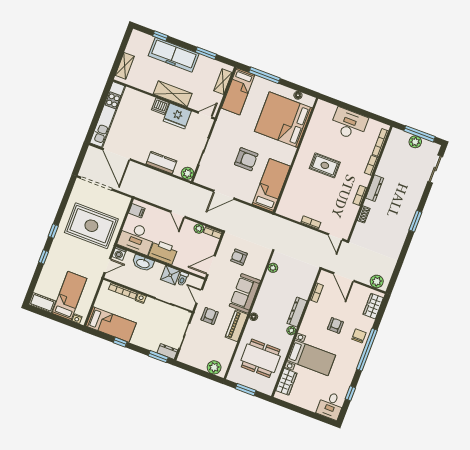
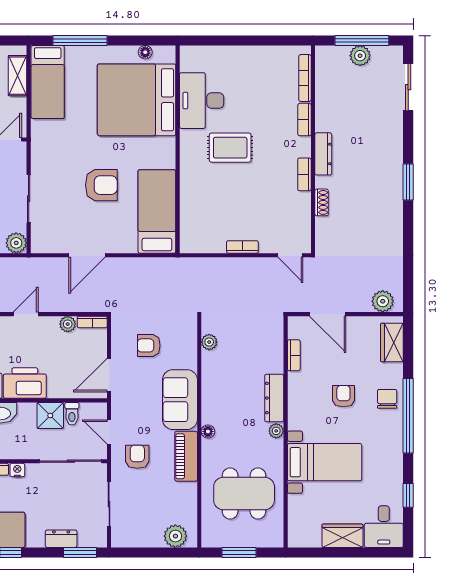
desk: (349, 124) -> (202, 101), moved, turned -90
door: (178, 214) -> (26, 314), swing flipped
dresser: (167, 351) -> (61, 539), moved
wardrobe: (286, 382) -> (342, 536), moved, turned -90

